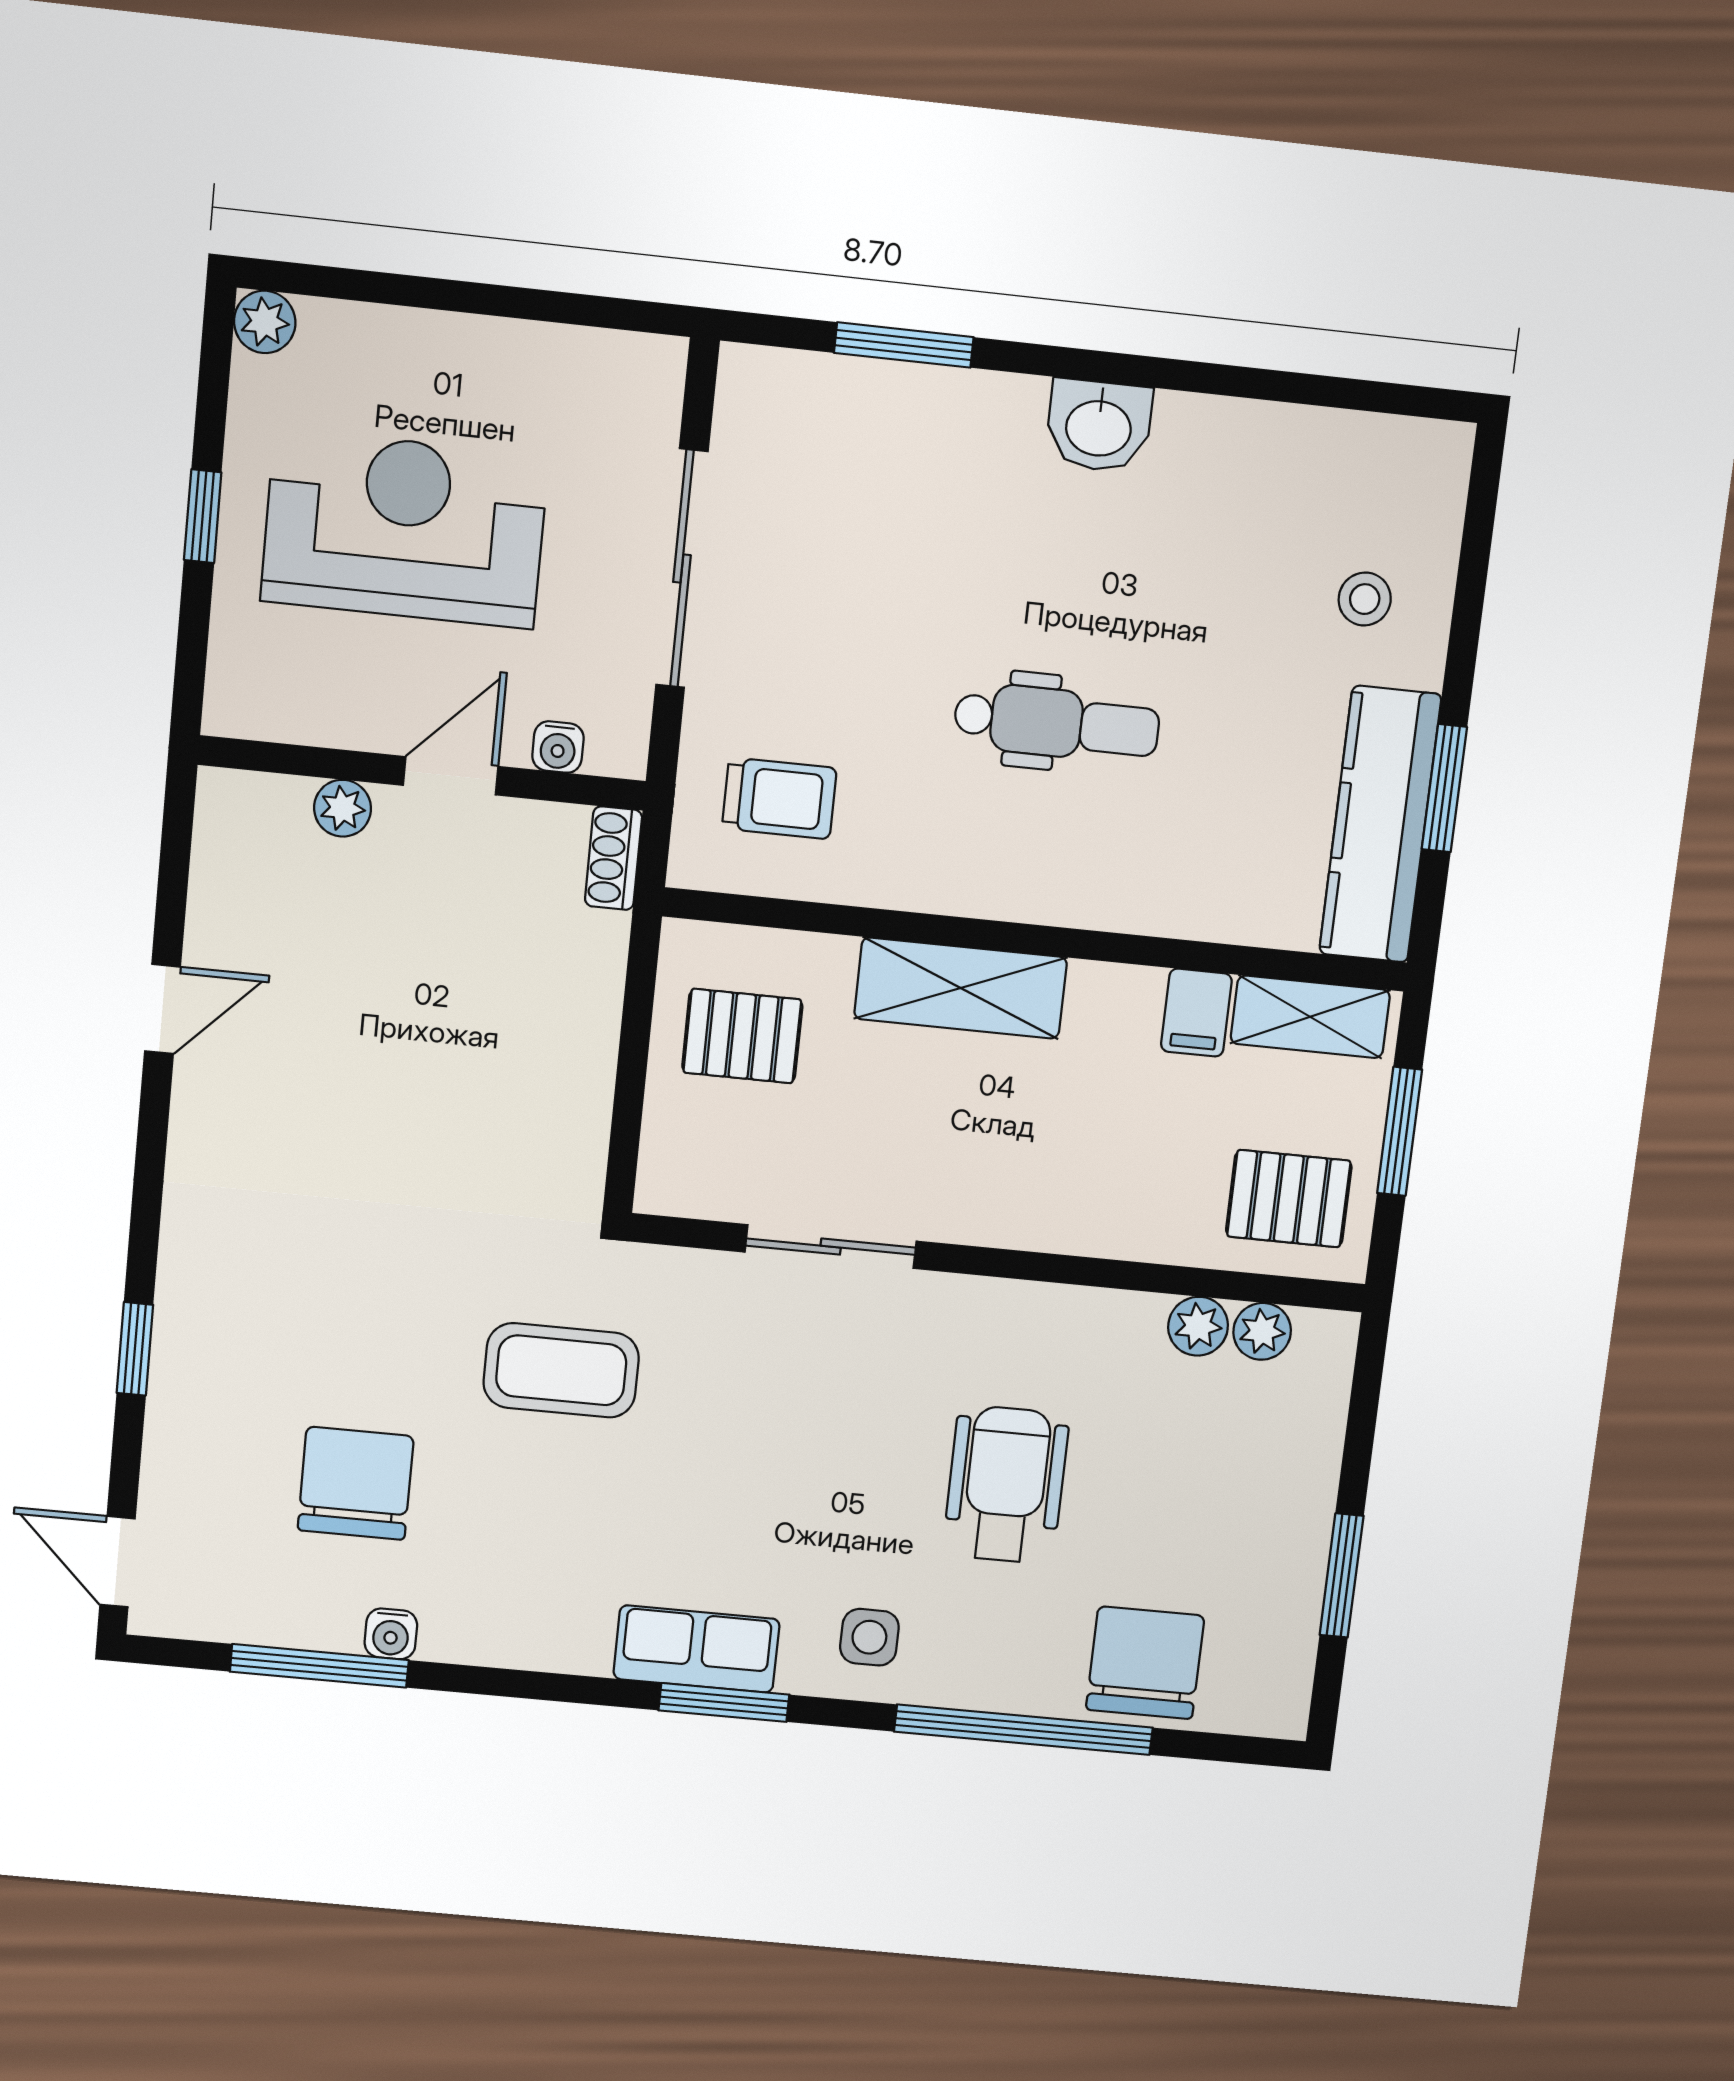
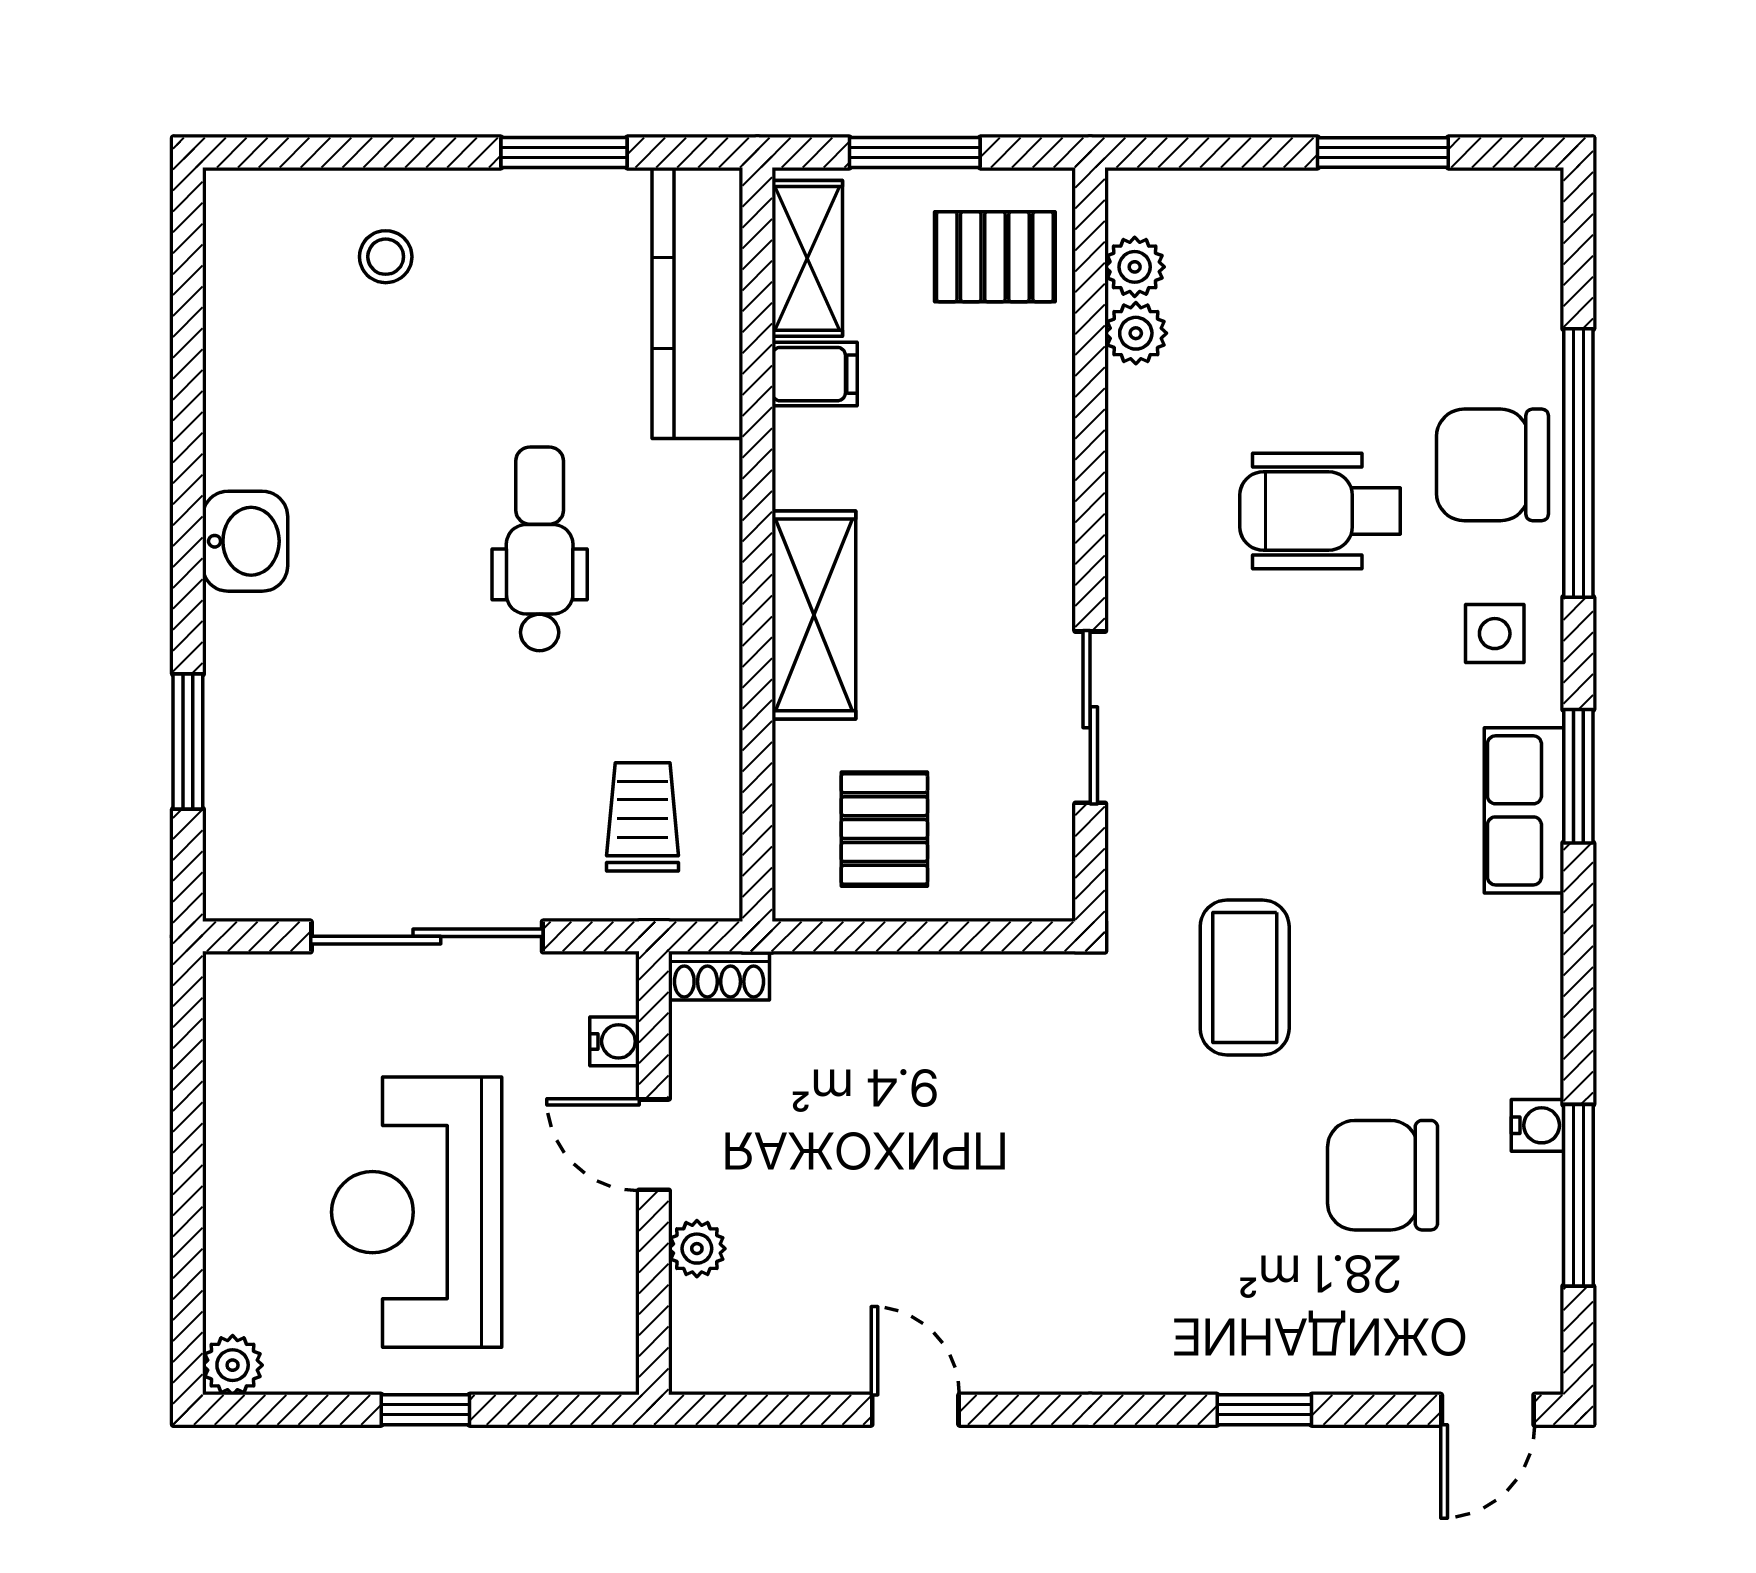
kitchen counter: (1380, 824) -> (697, 303), moved, turned 90
pallet: (1289, 1199) -> (995, 257), turned 90
chair: (1145, 1663) -> (1492, 465), moved

